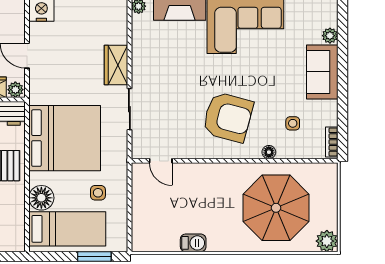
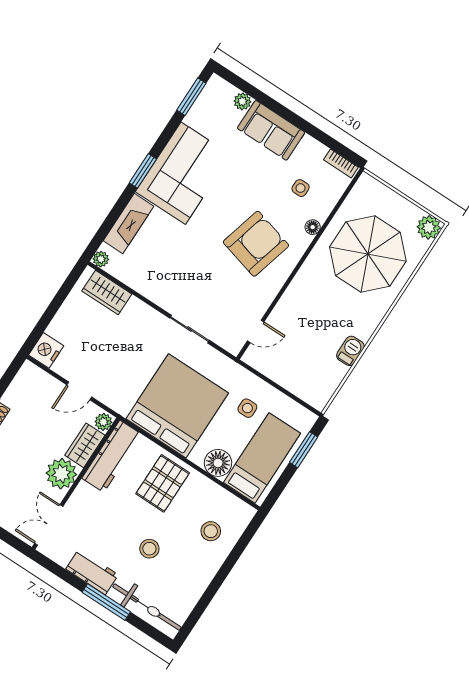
wardrobe: (116, 65) -> (107, 293), moved

